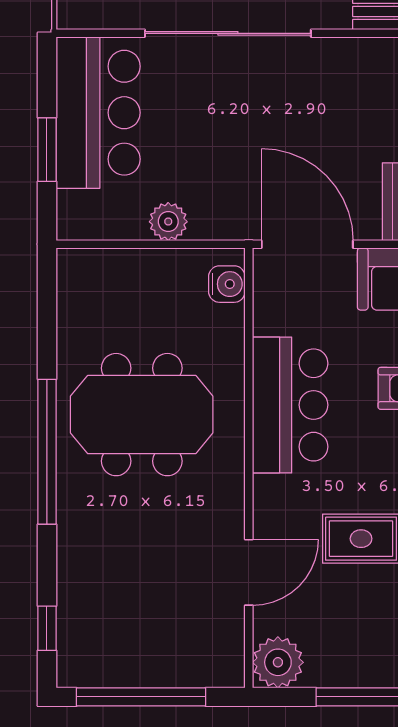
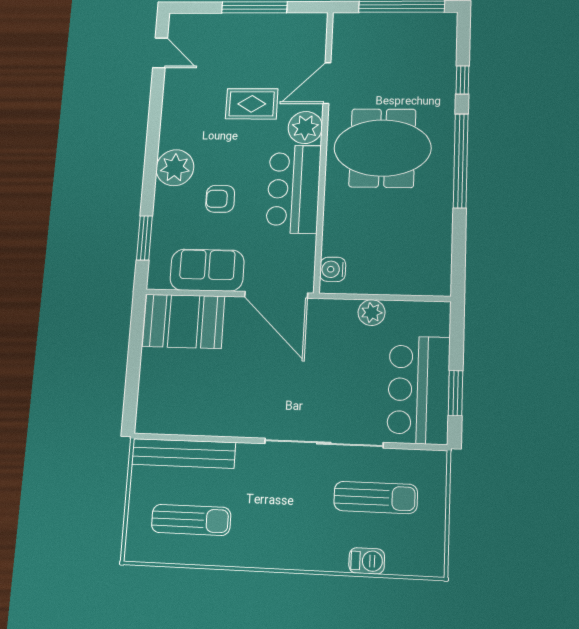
window: (47, 150) -> (456, 393), moved
meeting table: (142, 415) -> (382, 148), moved
window: (47, 628) -> (462, 80), moved
plant: (278, 662) -> (305, 128), moved

